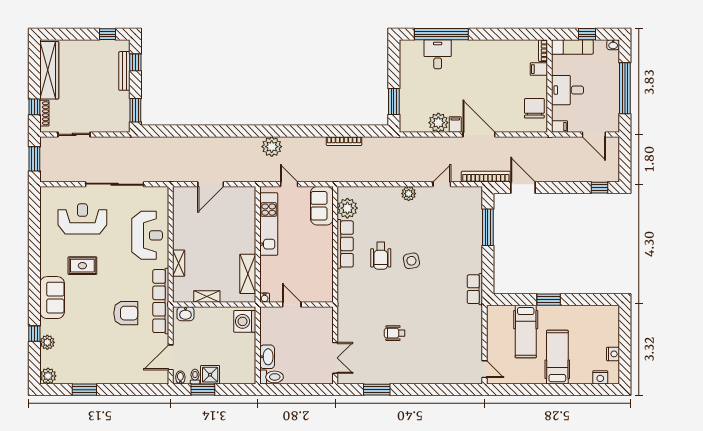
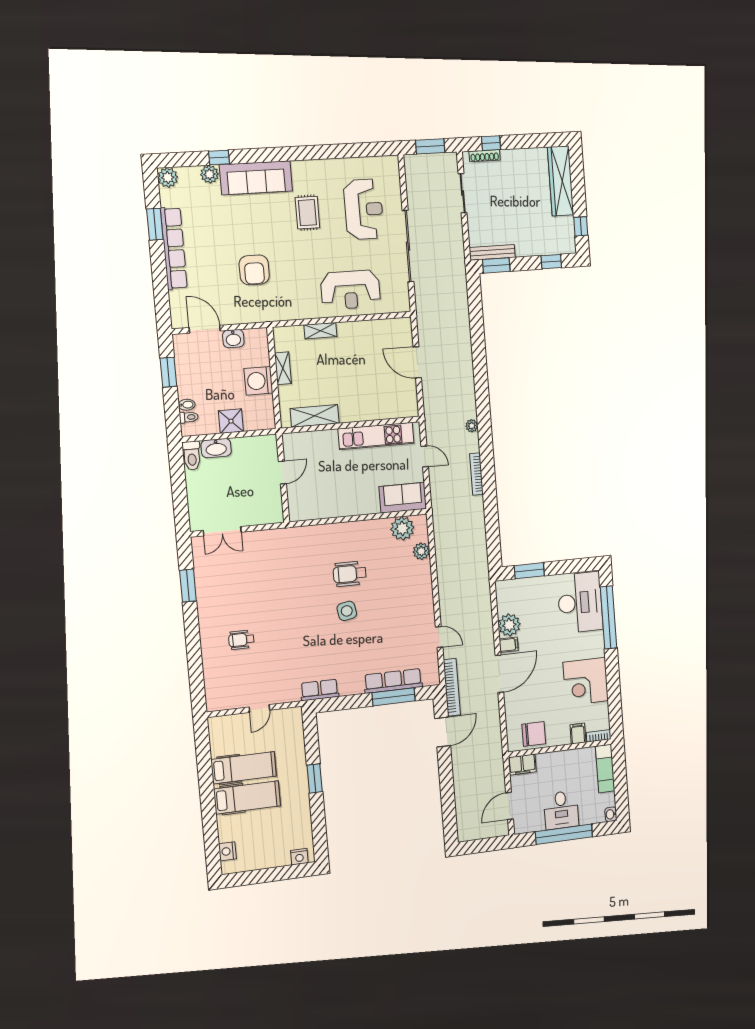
window: (587, 34) -> (620, 783), removed
desk: (438, 54) -> (580, 602), width x1.87, depth x1.30
corner desk: (495, 59) -> (586, 682), added
wardrobe: (49, 70) -> (561, 181), moved, turned 90
bench: (124, 71) -> (492, 252), moved
desk: (568, 90) -> (561, 810), moved, turned 180
filing cabinet: (559, 126) -> (522, 765), width x2.00
bookcase: (344, 141) -> (476, 474), moved
plant: (272, 147) -> (472, 426), width x0.53, depth x0.53
door: (289, 184) -> (425, 456), hinge flipped
window: (600, 188) -> (450, 821), removed
plant: (409, 194) -> (421, 551), moved
row of seats: (345, 244) -> (393, 681), moved, turned 180
sofa: (52, 298) -> (256, 178), width x1.36
water cooler: (265, 298) -> (288, 439), removed
row of seats: (161, 301) -> (174, 248), moved, turned 90
washbasin: (185, 314) -> (233, 339), moved, turned -90
washing machine: (245, 321) -> (258, 381), moved, turned -90
hospital bed: (526, 332) -> (244, 768), moved, turned 180
wheelchair: (395, 333) -> (241, 640), moved, turned -90
nightstand: (613, 354) -> (299, 857), moved
door: (485, 369) -> (259, 709), moved
shower: (210, 375) -> (231, 421), moved
bidet: (180, 377) -> (187, 405), moved
toilet: (195, 377) -> (189, 417), moved

